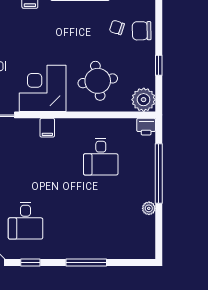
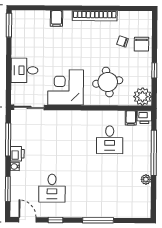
chair: (142, 31) -> (141, 44), turned -89
filing cabinet: (47, 128) -> (131, 118), moved

